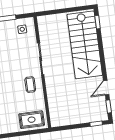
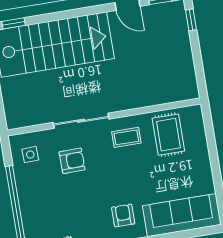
armchair: (18, 53) -> (72, 161), added
rug: (32, 120) -> (168, 135), moved

